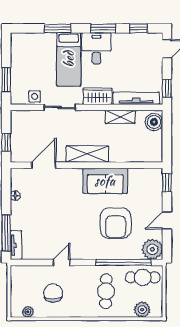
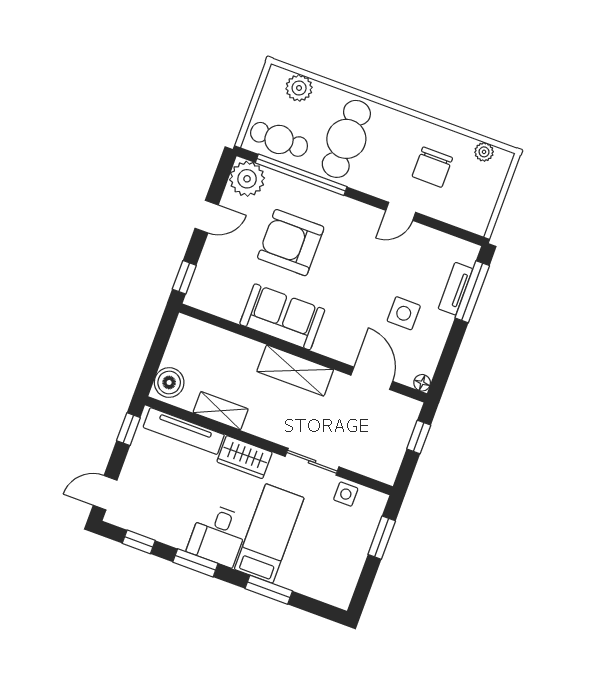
door: (44, 165) -> (372, 378), swing flipped
floor lamp: (15, 196) -> (422, 383), moved
side table: (39, 207) -> (404, 313), added
armchair: (116, 223) -> (291, 243), turned -90
tv unit: (16, 245) -> (455, 289), moved
cafe table: (106, 291) -> (346, 139), width x1.37, depth x1.35

